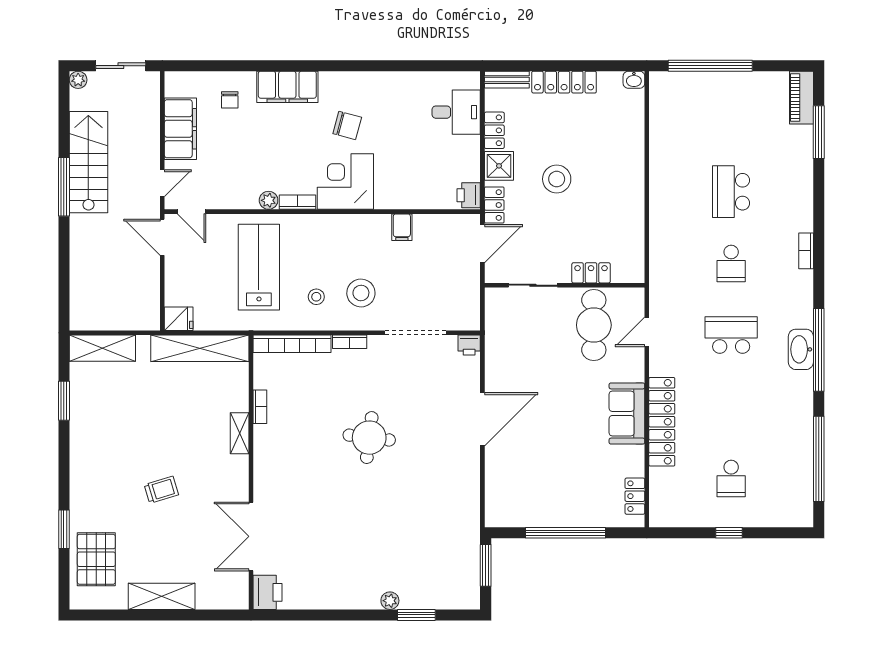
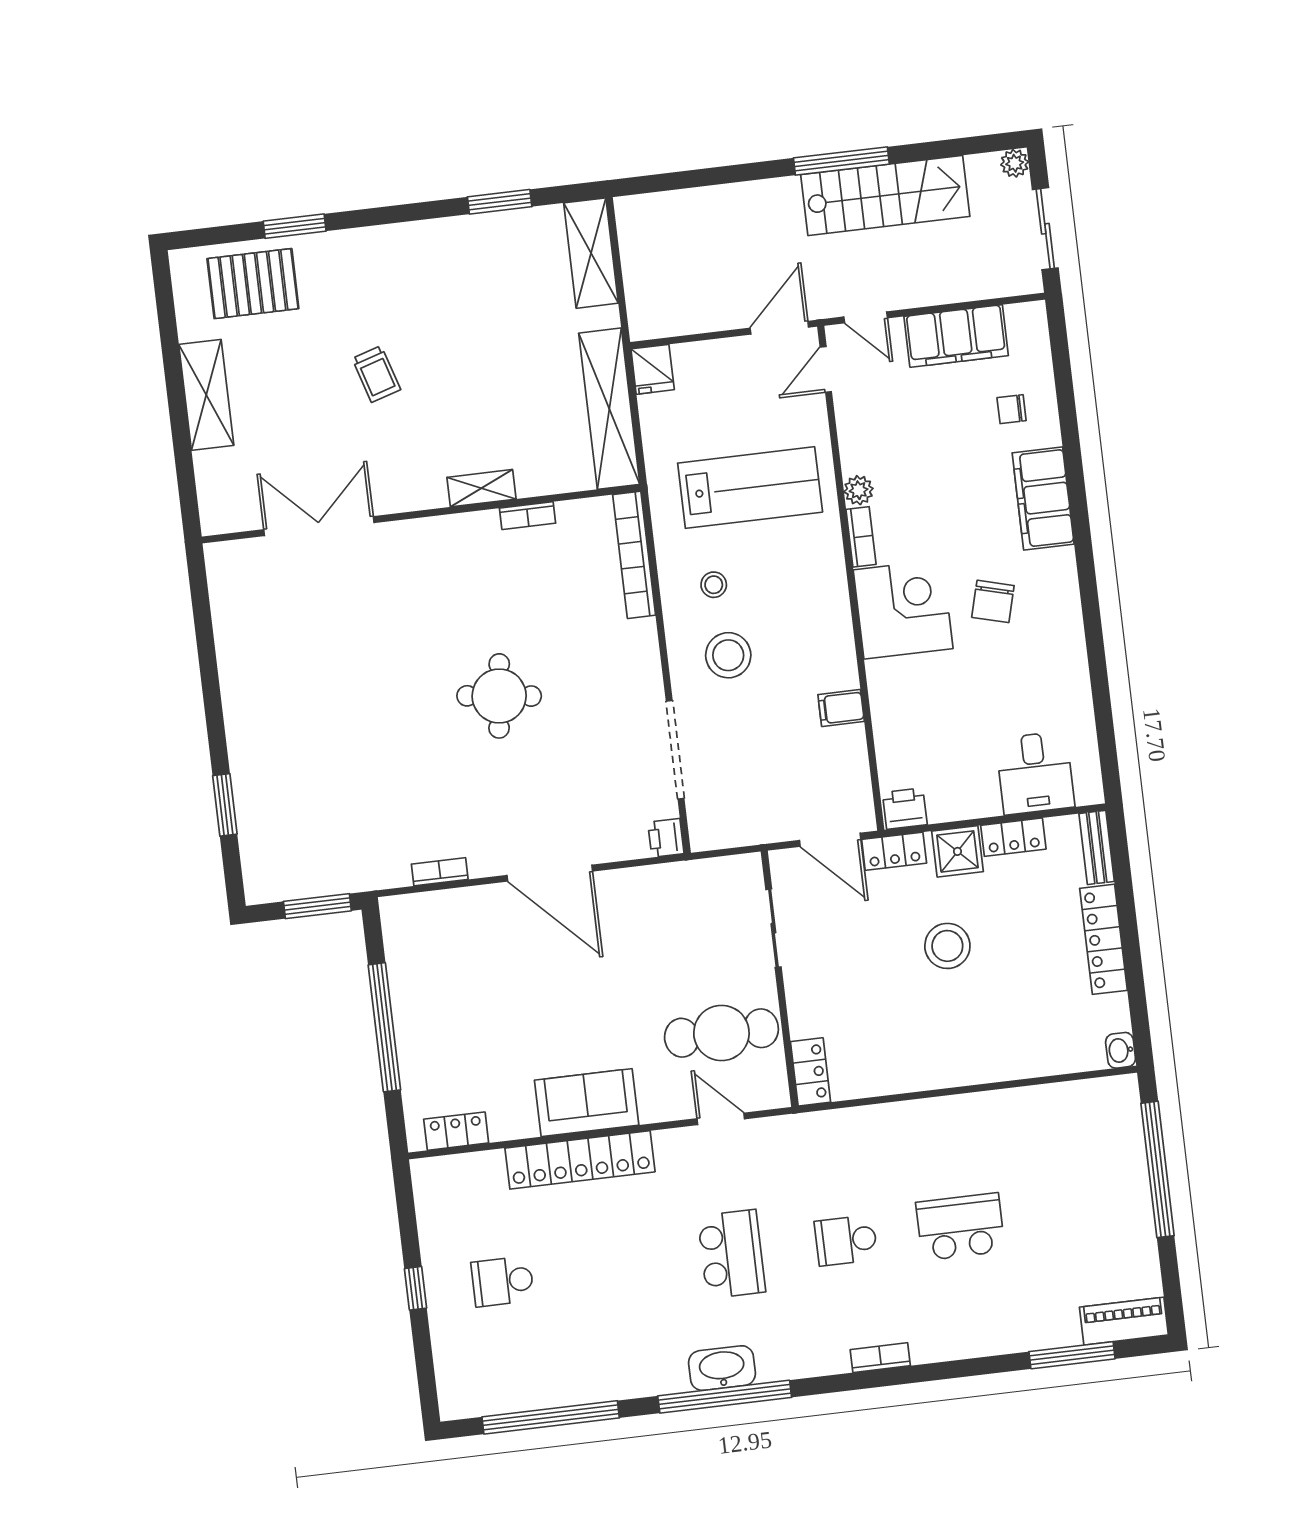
locker: (591, 273) -> (811, 1072), moved
bookcase: (350, 342) -> (440, 872), moved, turned 90
printer: (267, 592) -> (233, 563), removed
plant: (390, 601) -> (243, 760), removed

